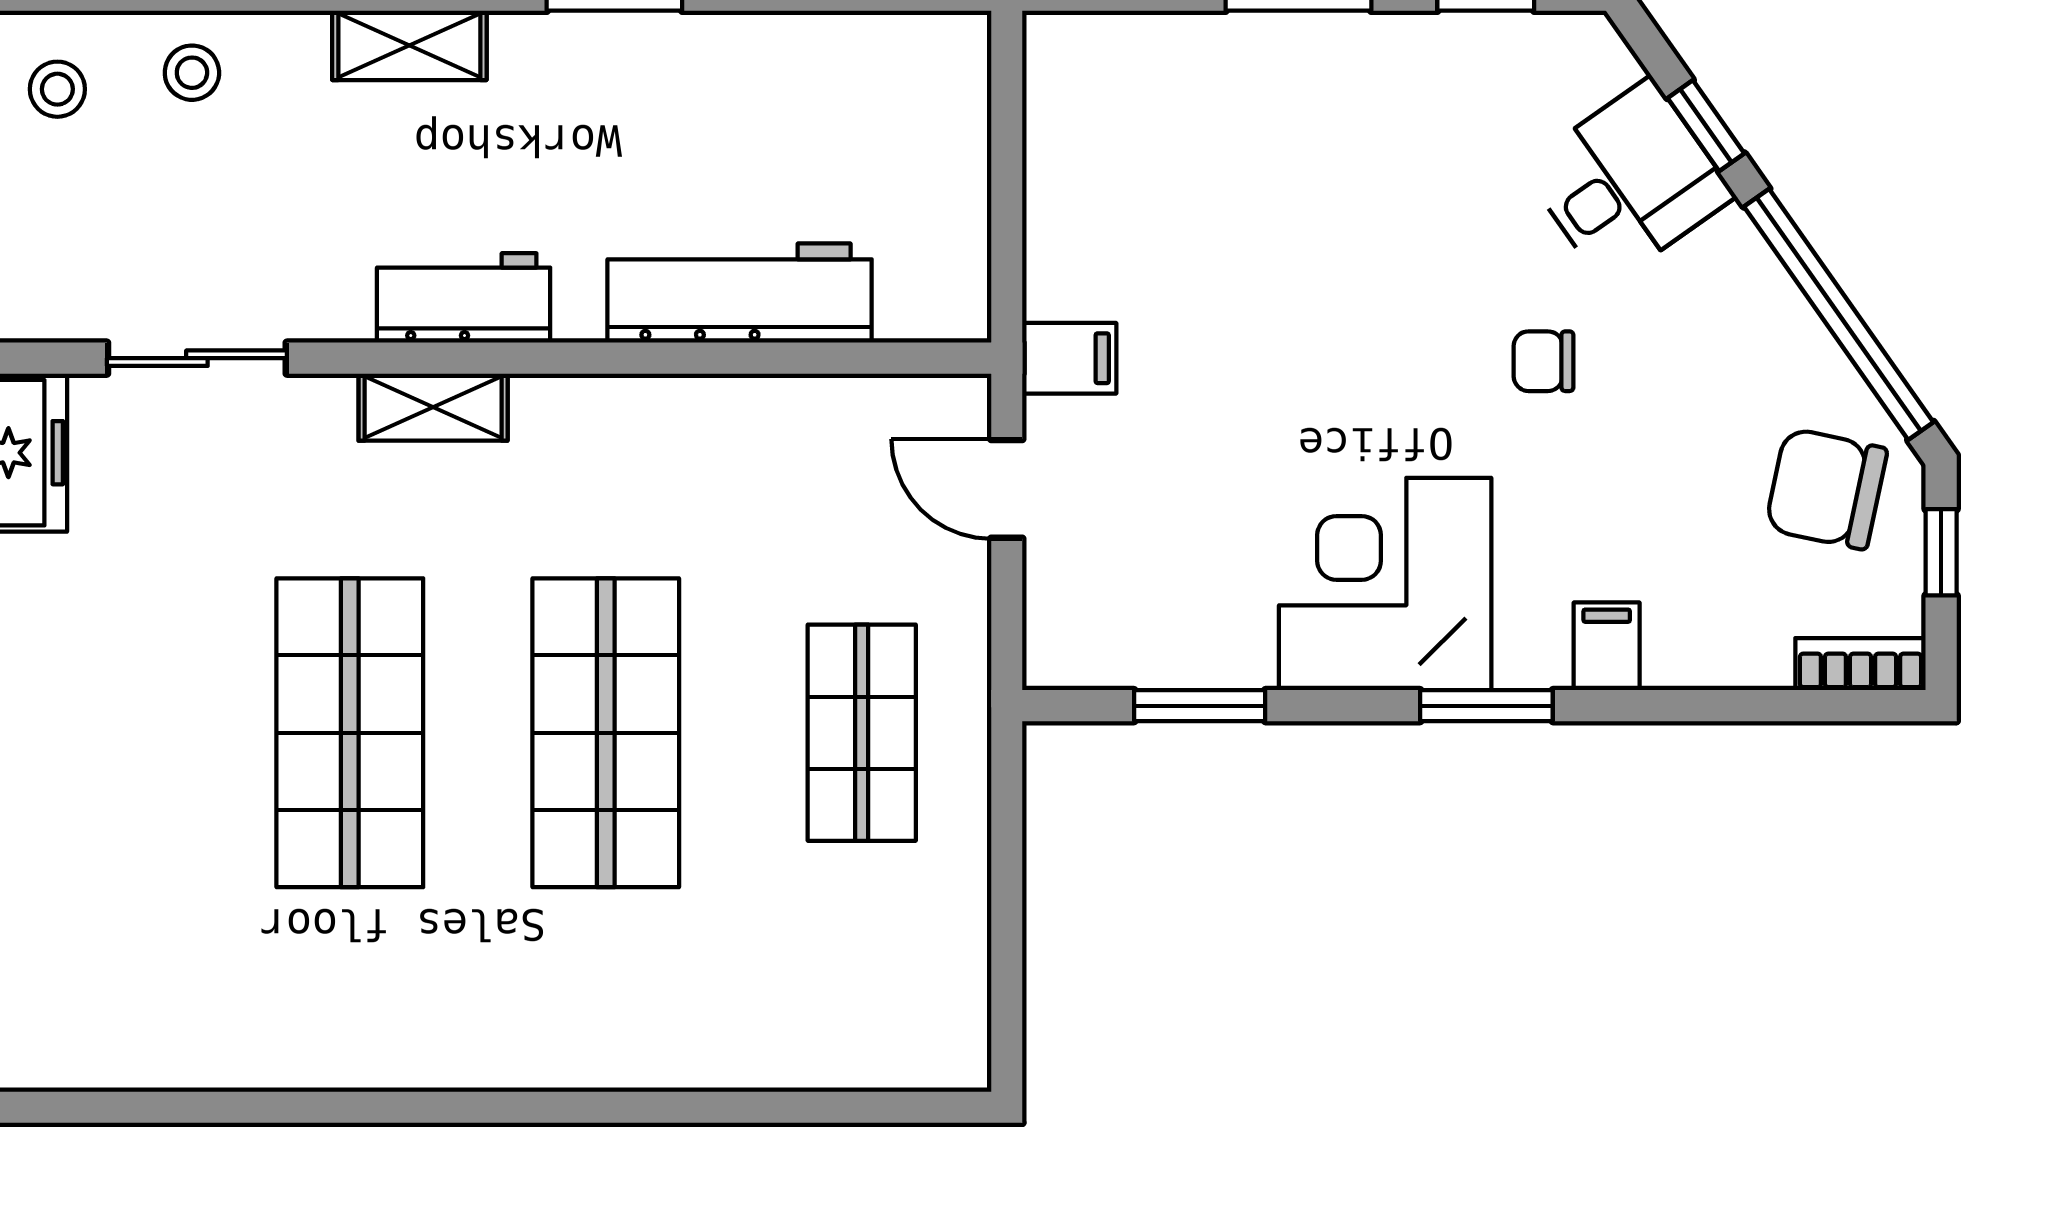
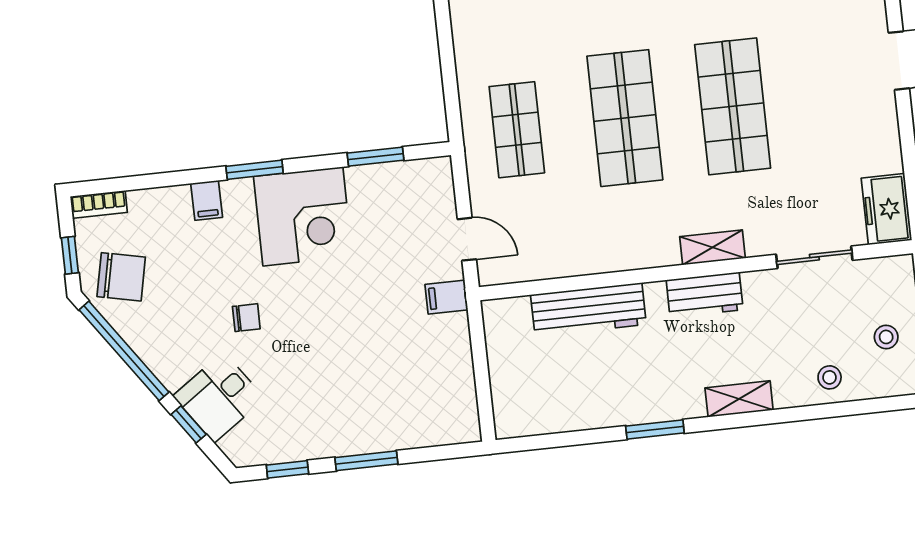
stool: (57, 89) -> (886, 337), moved

